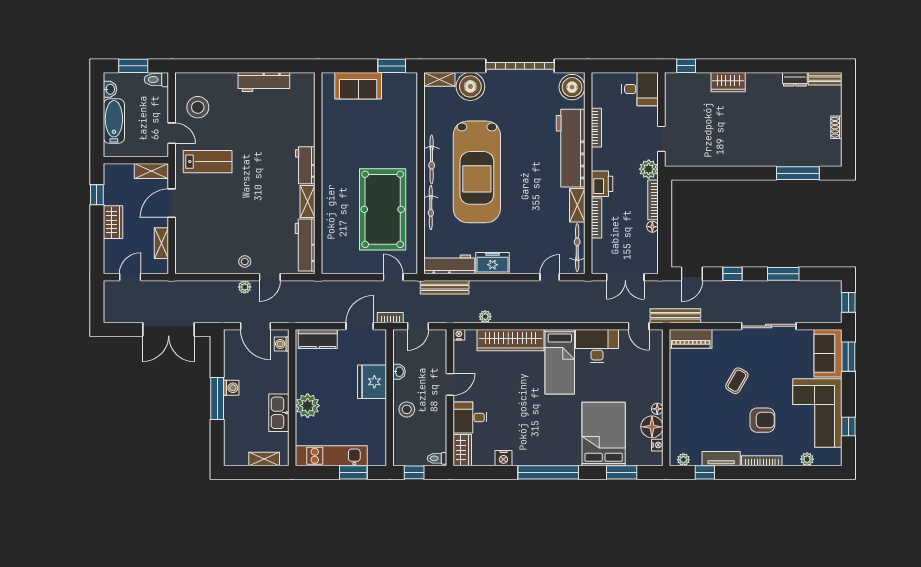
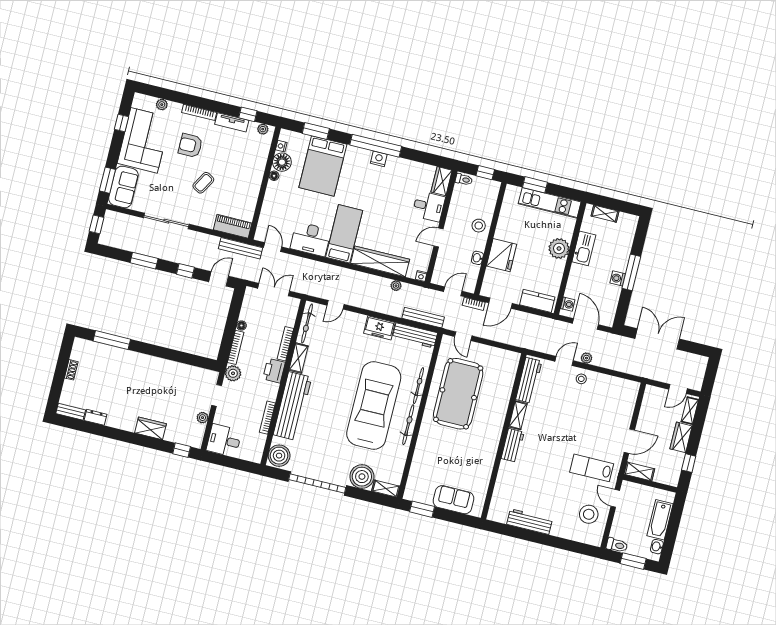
plant: (671, 109) -> (202, 418), added
shelving: (161, 243) -> (690, 411), moved
nightstand: (503, 458) -> (379, 159), moved

